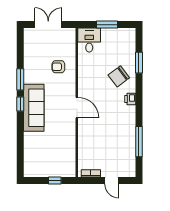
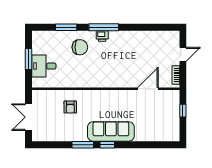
desk: (89, 40) -> (44, 66), moved
chair: (119, 76) -> (80, 47), turned -53
door: (77, 108) -> (148, 89), moved
window: (139, 142) -> (104, 27), moved

